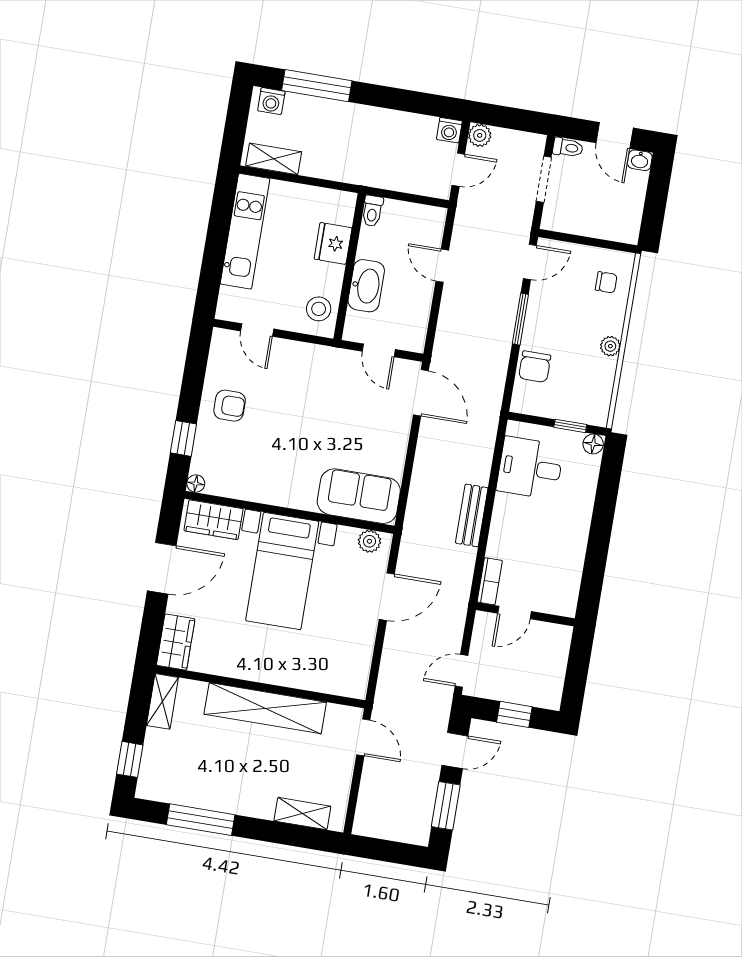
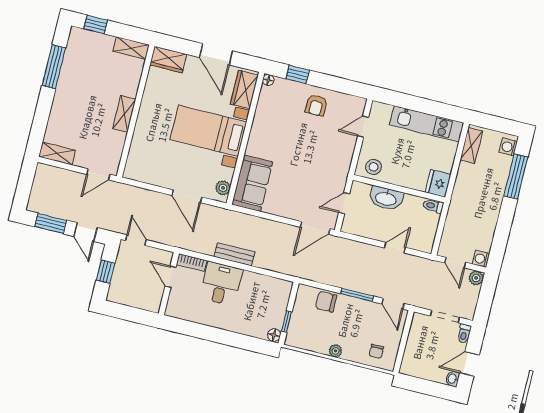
fridge: (333, 243) -> (438, 183), moved, turned -90
desk: (530, 468) -> (221, 284), moved
shelving: (265, 708) -> (124, 114), width x0.45, depth x0.75
shelving: (302, 814) -> (57, 154), moved, turned 90

